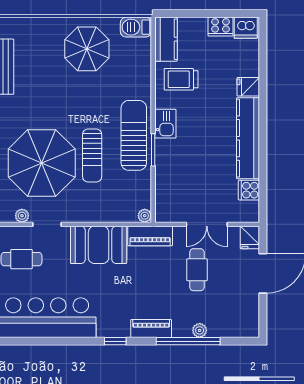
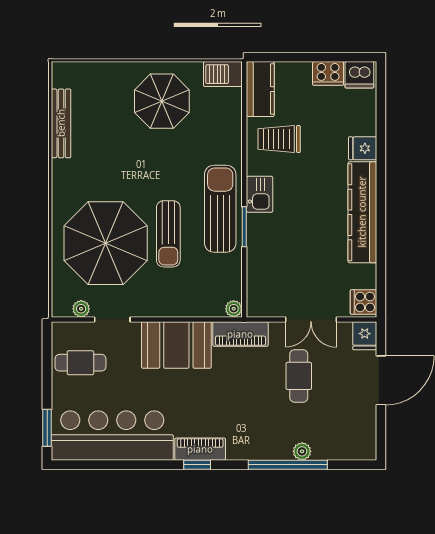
cooker: (249, 190) -> (363, 302), moved
piano: (151, 329) -> (200, 449), moved

